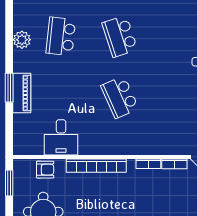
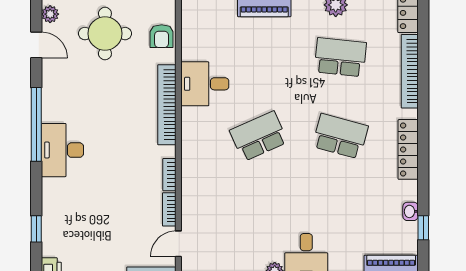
school desk: (120, 36) -> (340, 136), turned 33
desk: (61, 137) -> (205, 84), moved

